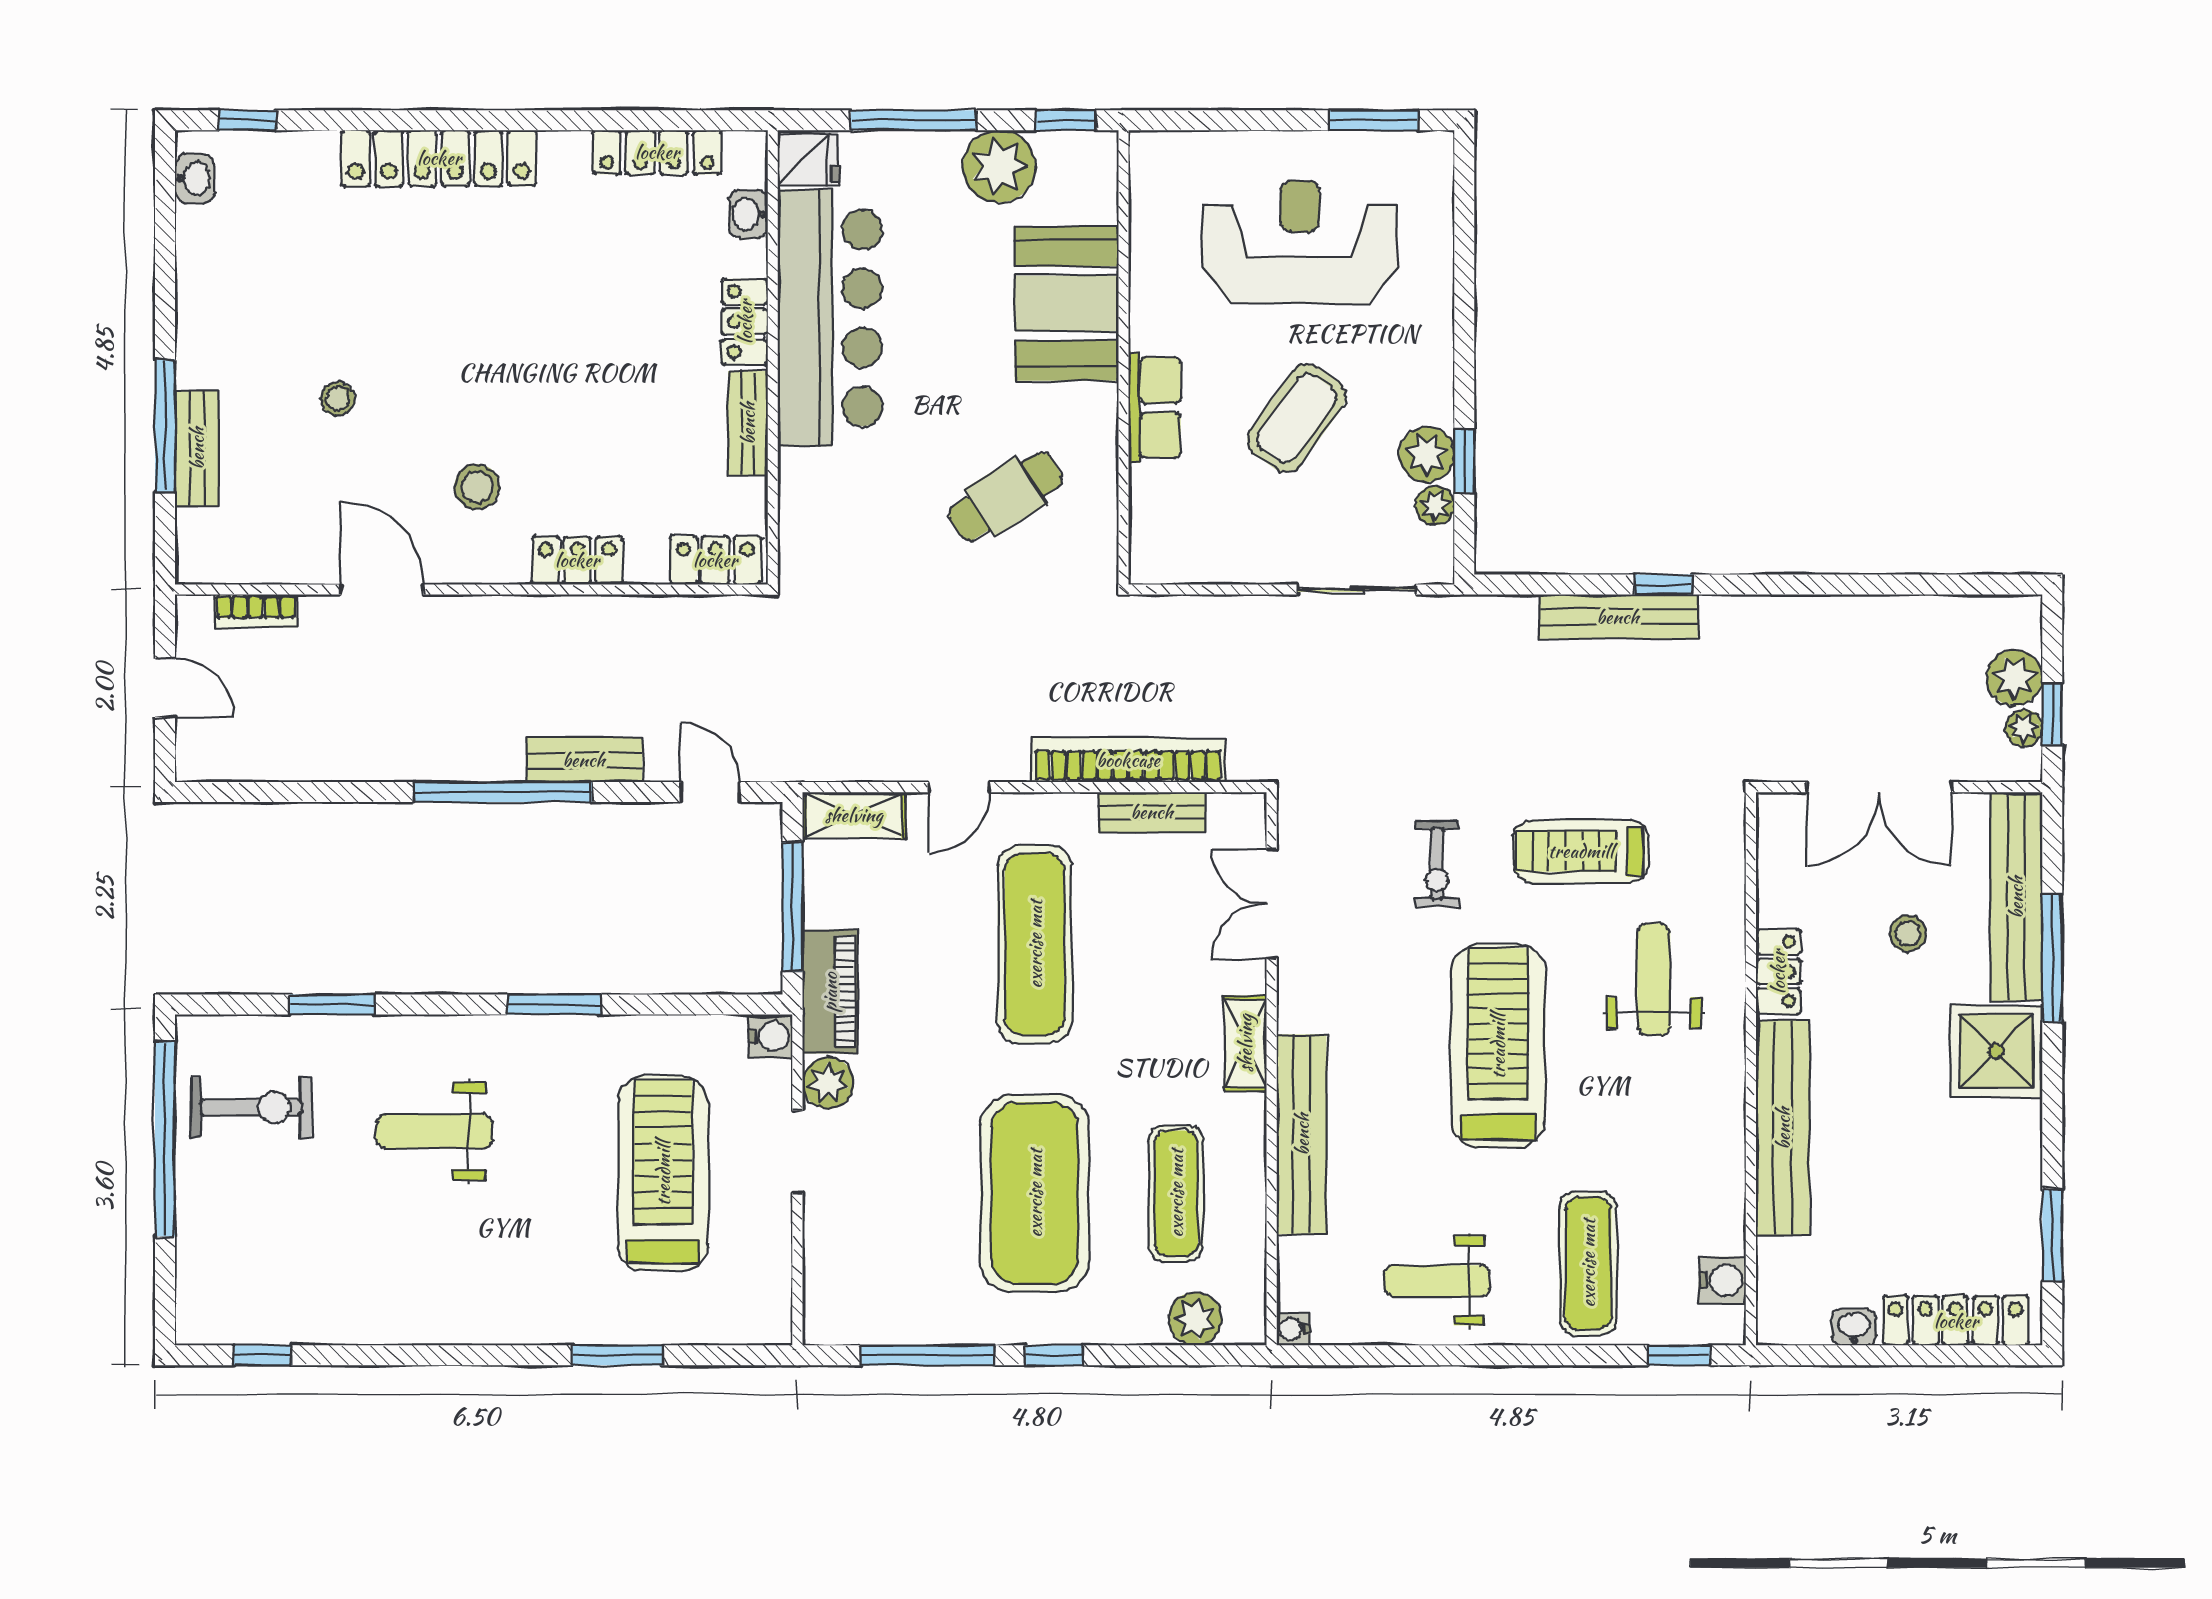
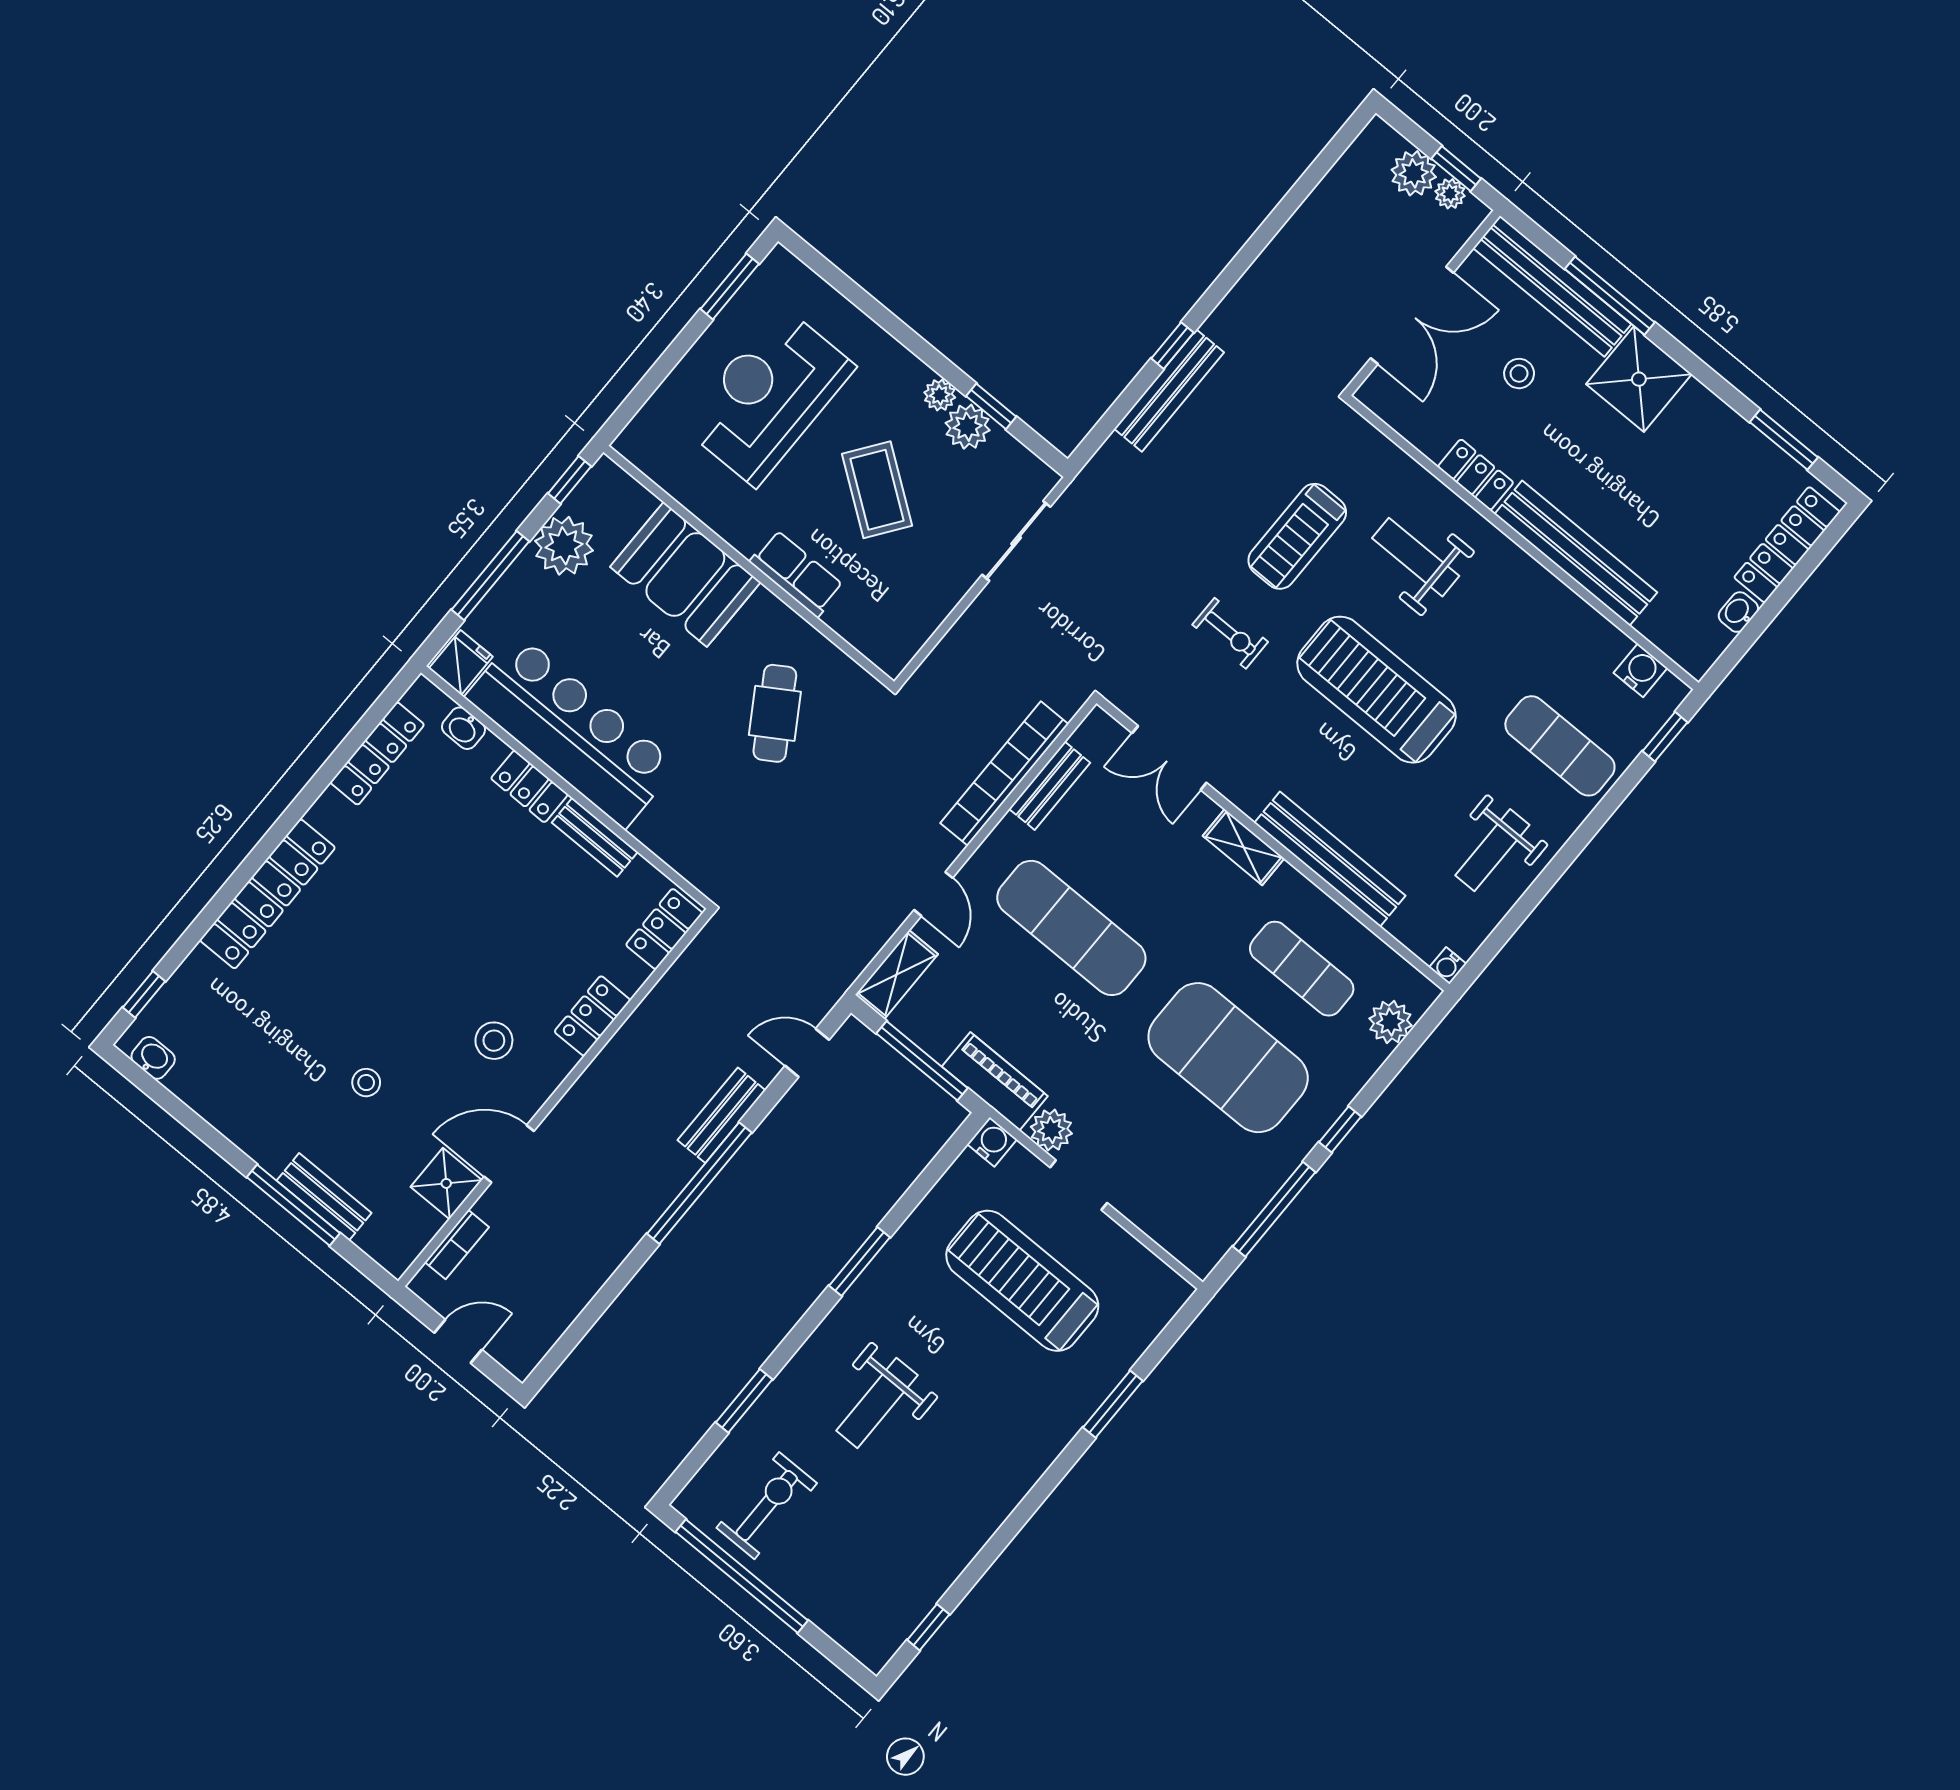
plant: (1435, 505) -> (940, 395), moved
shower: (305, 553) -> (446, 1183), added

